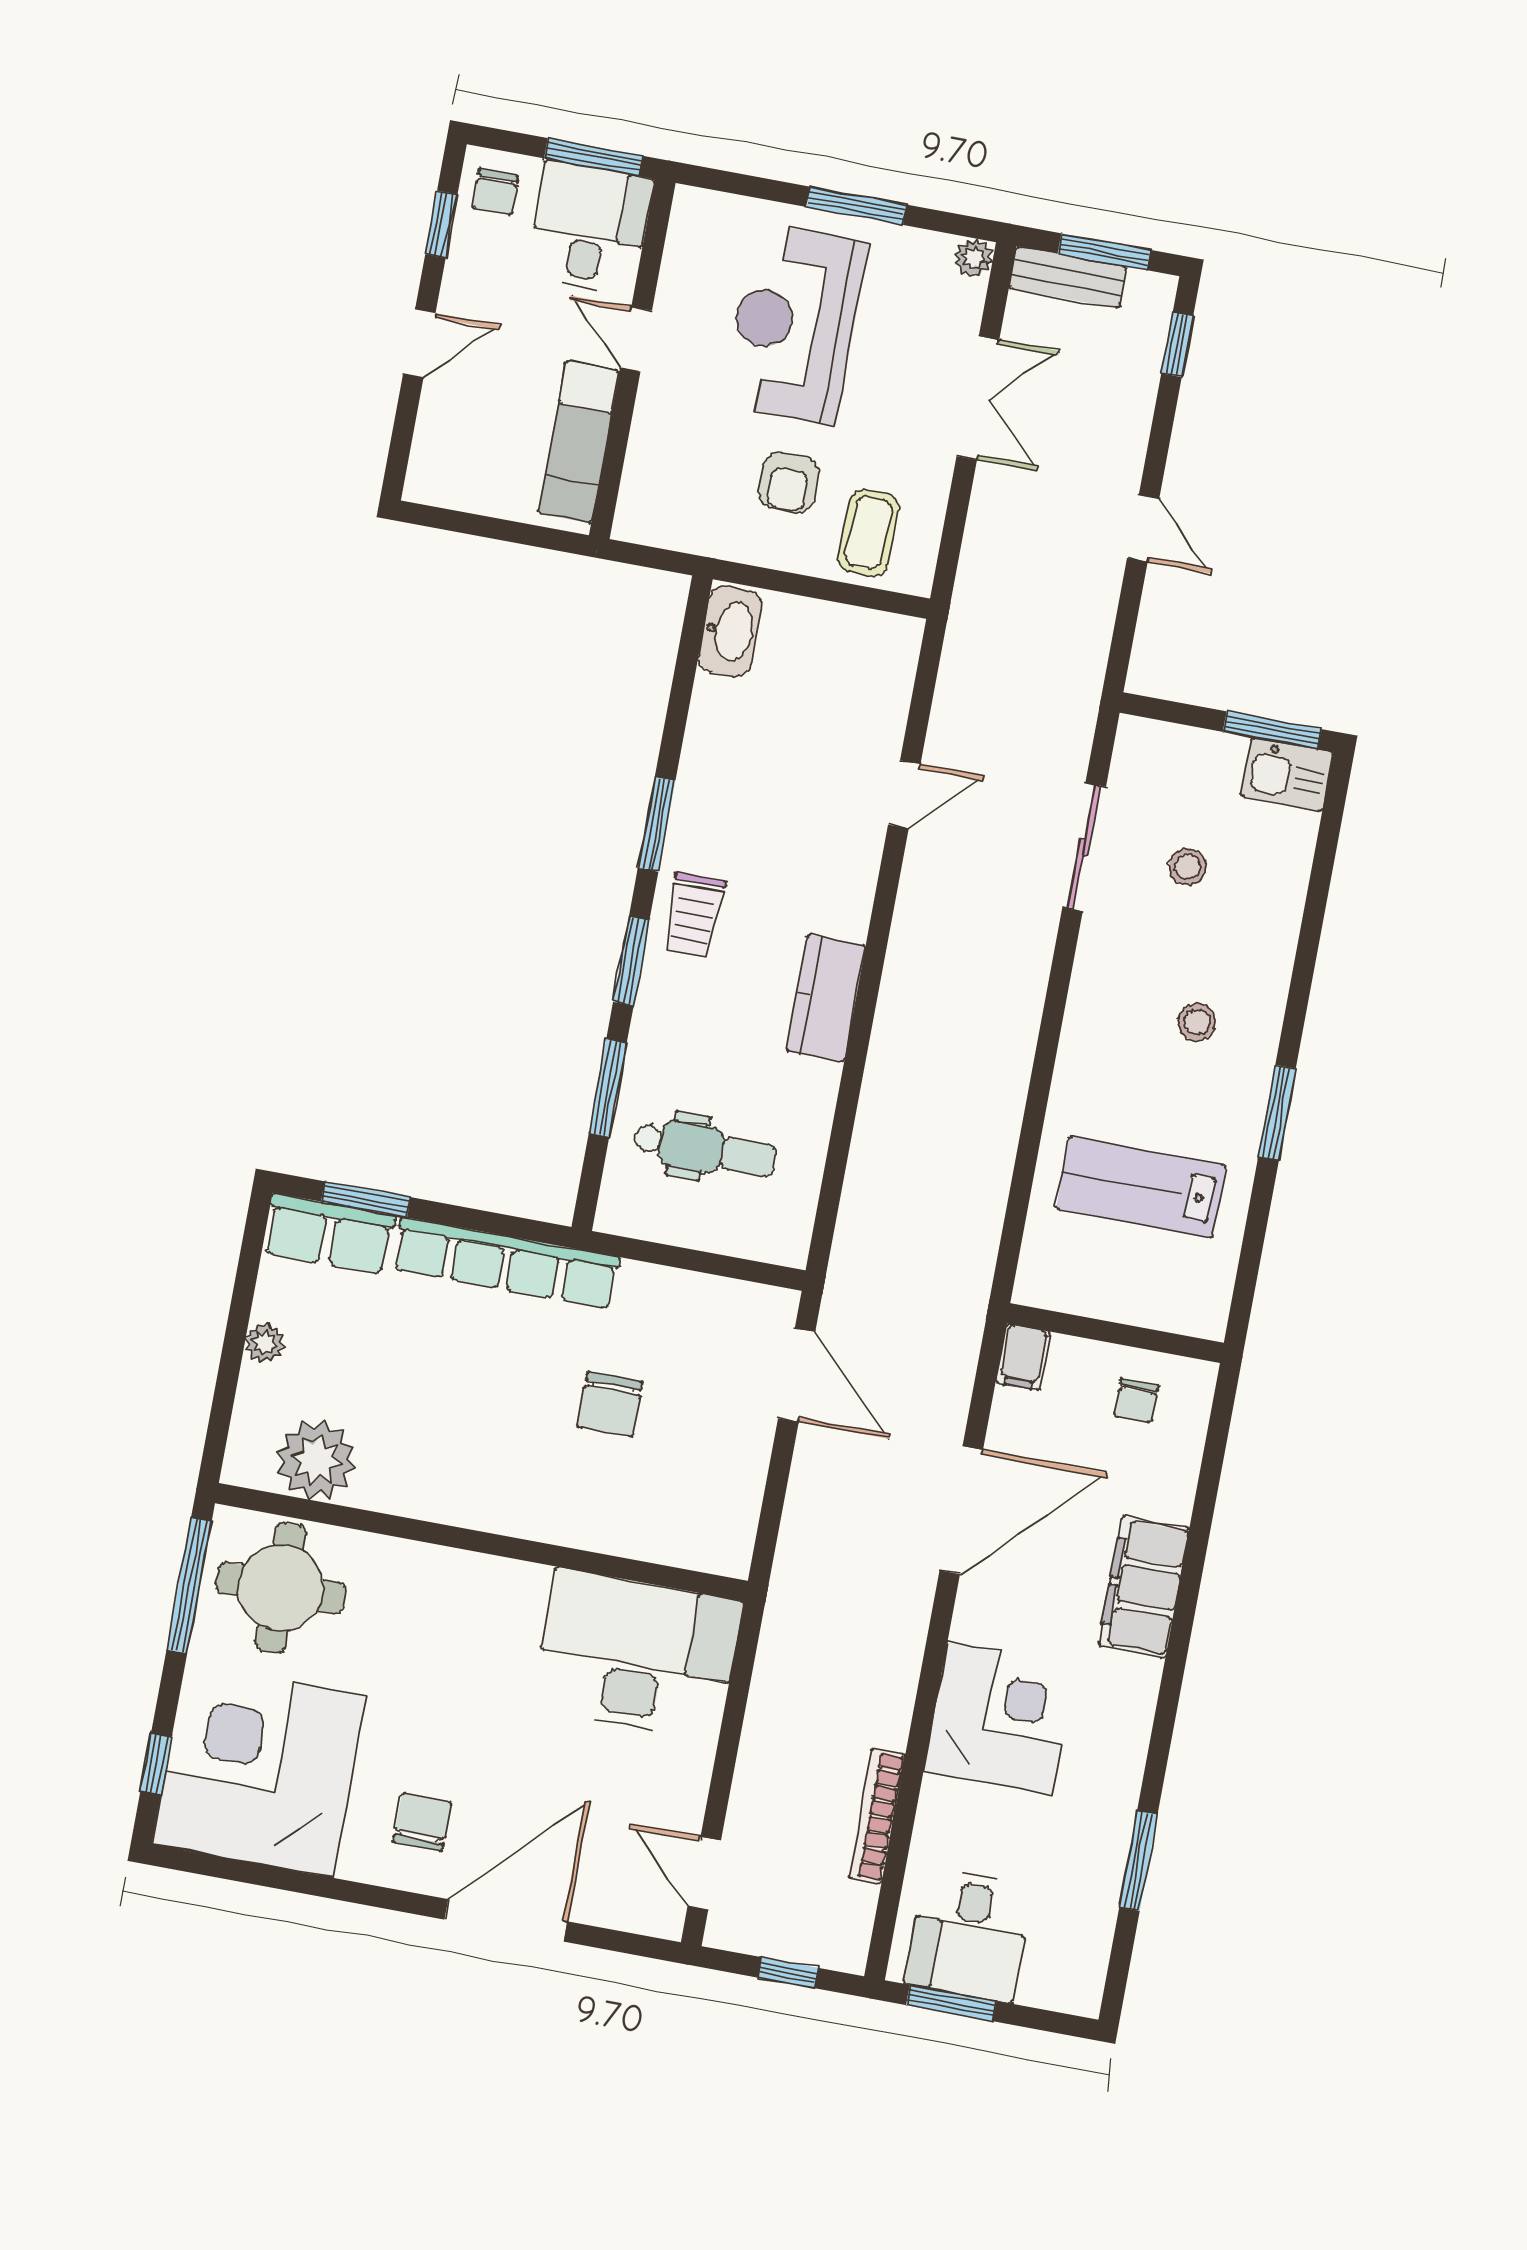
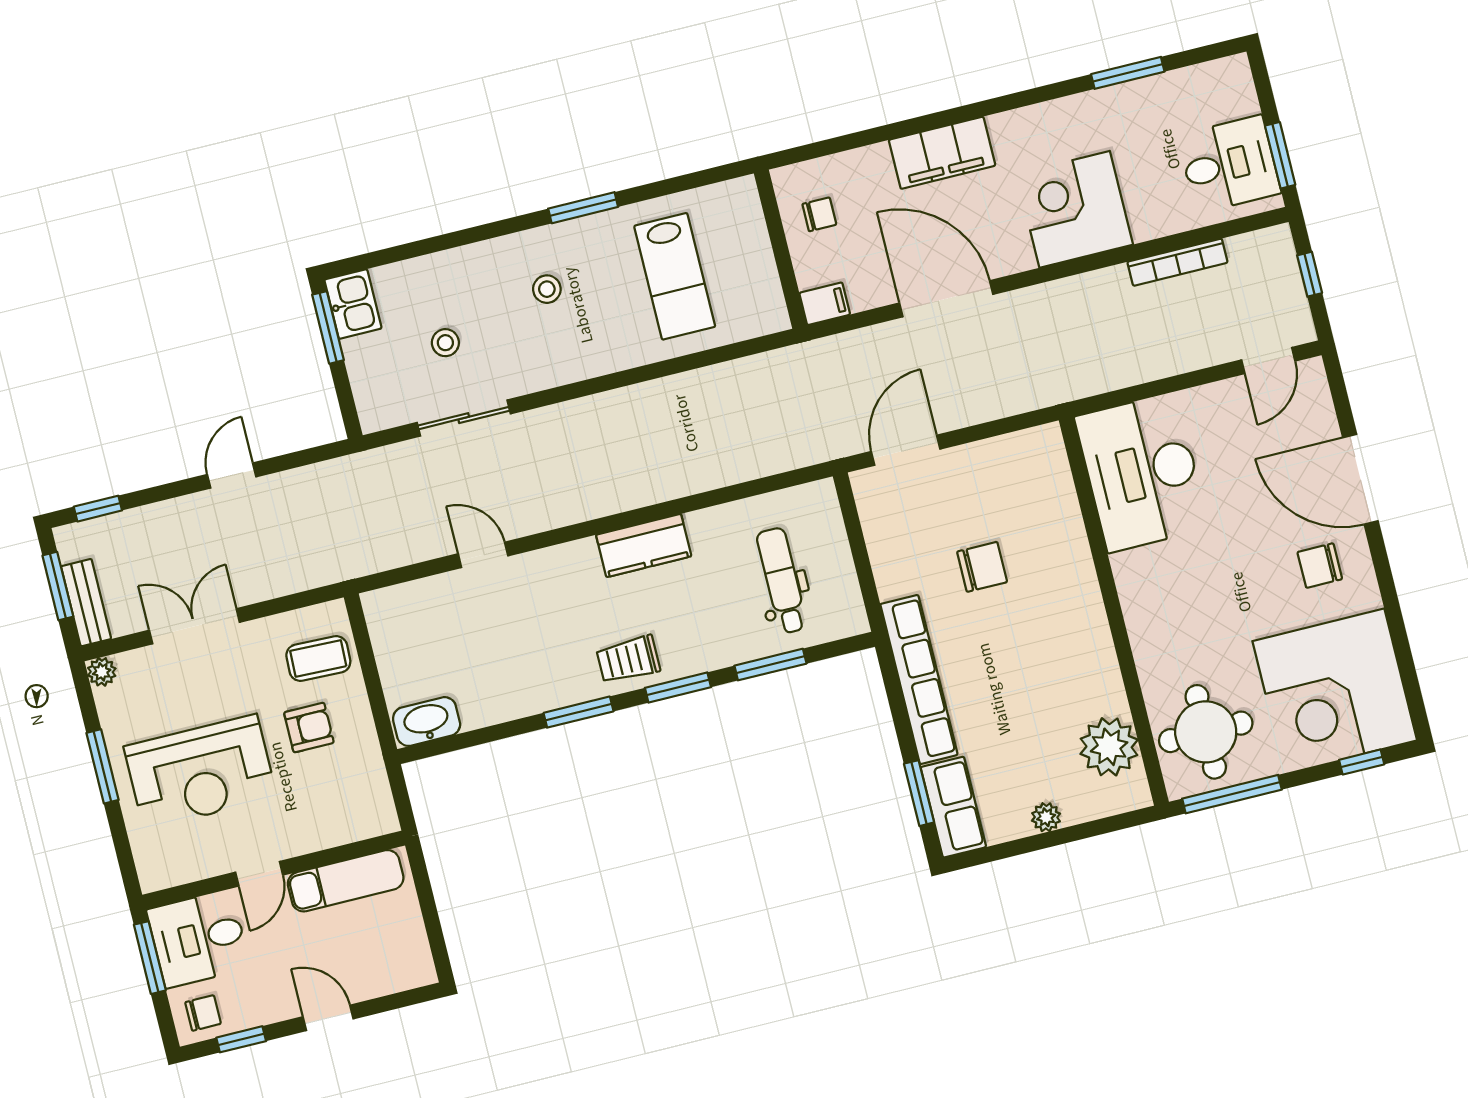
trolley: (694, 915) -> (628, 659), turned 180

